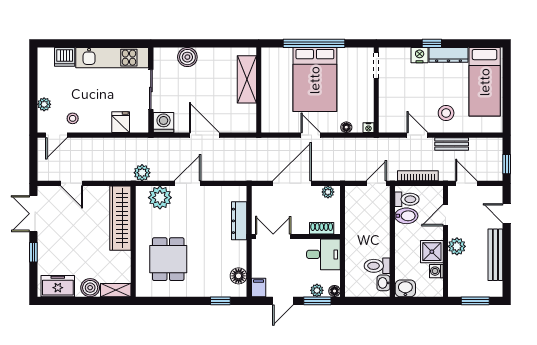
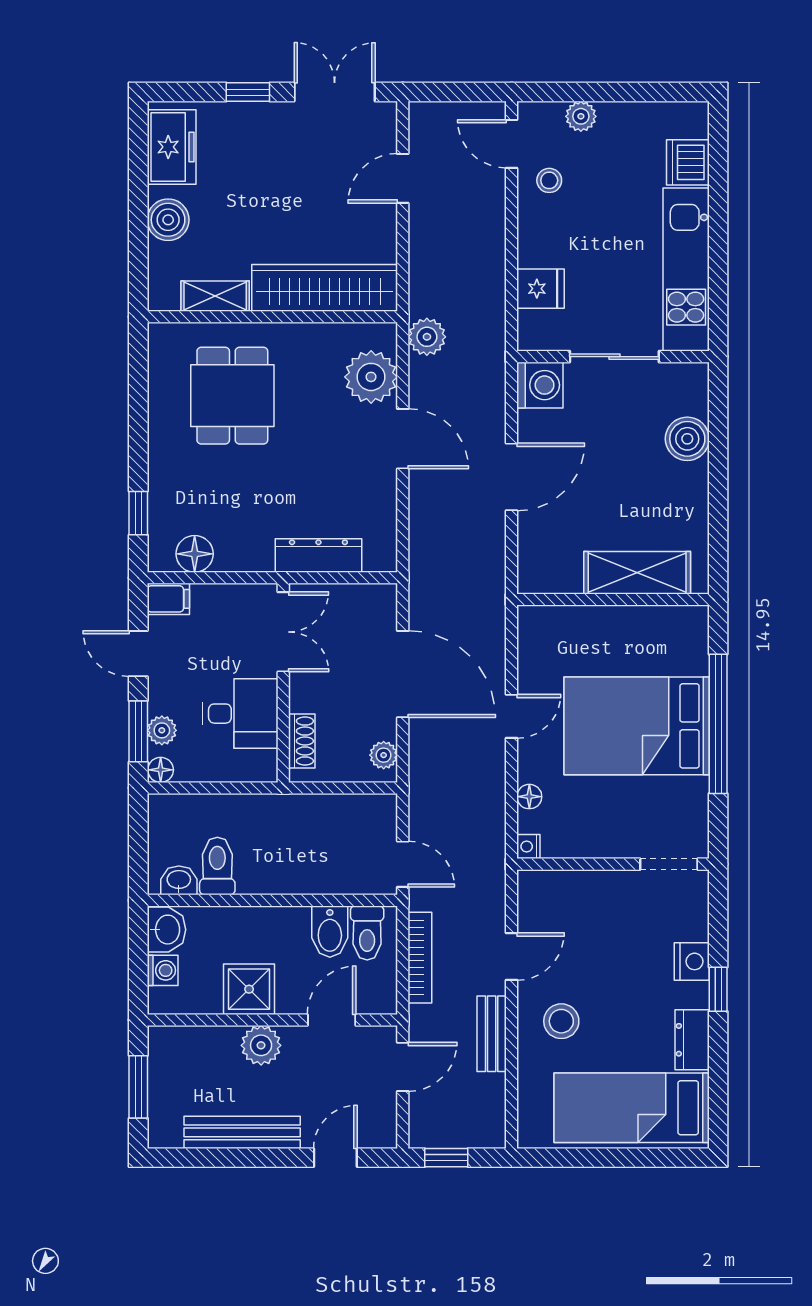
dresser: (448, 55) -> (692, 1040), width x0.70
door: (446, 215) -> (332, 1020), hinge flipped
desk: (323, 254) -> (240, 714), moved, turned -90
dining table: (168, 259) -> (232, 396), turned 90
washing machine: (436, 271) -> (163, 970), moved, turned 90
shelving: (116, 290) -> (215, 296), moved, turned 90

